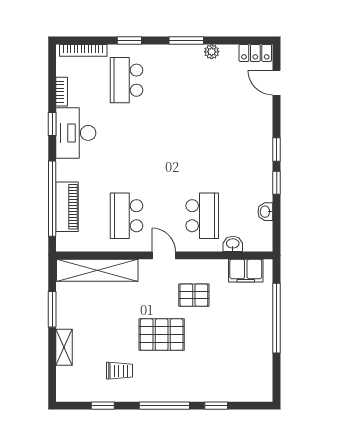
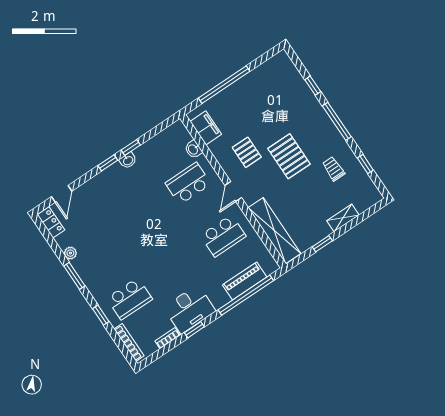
washbasin: (265, 212) -> (128, 160), moved
window: (52, 309) -> (322, 244), width x0.67

